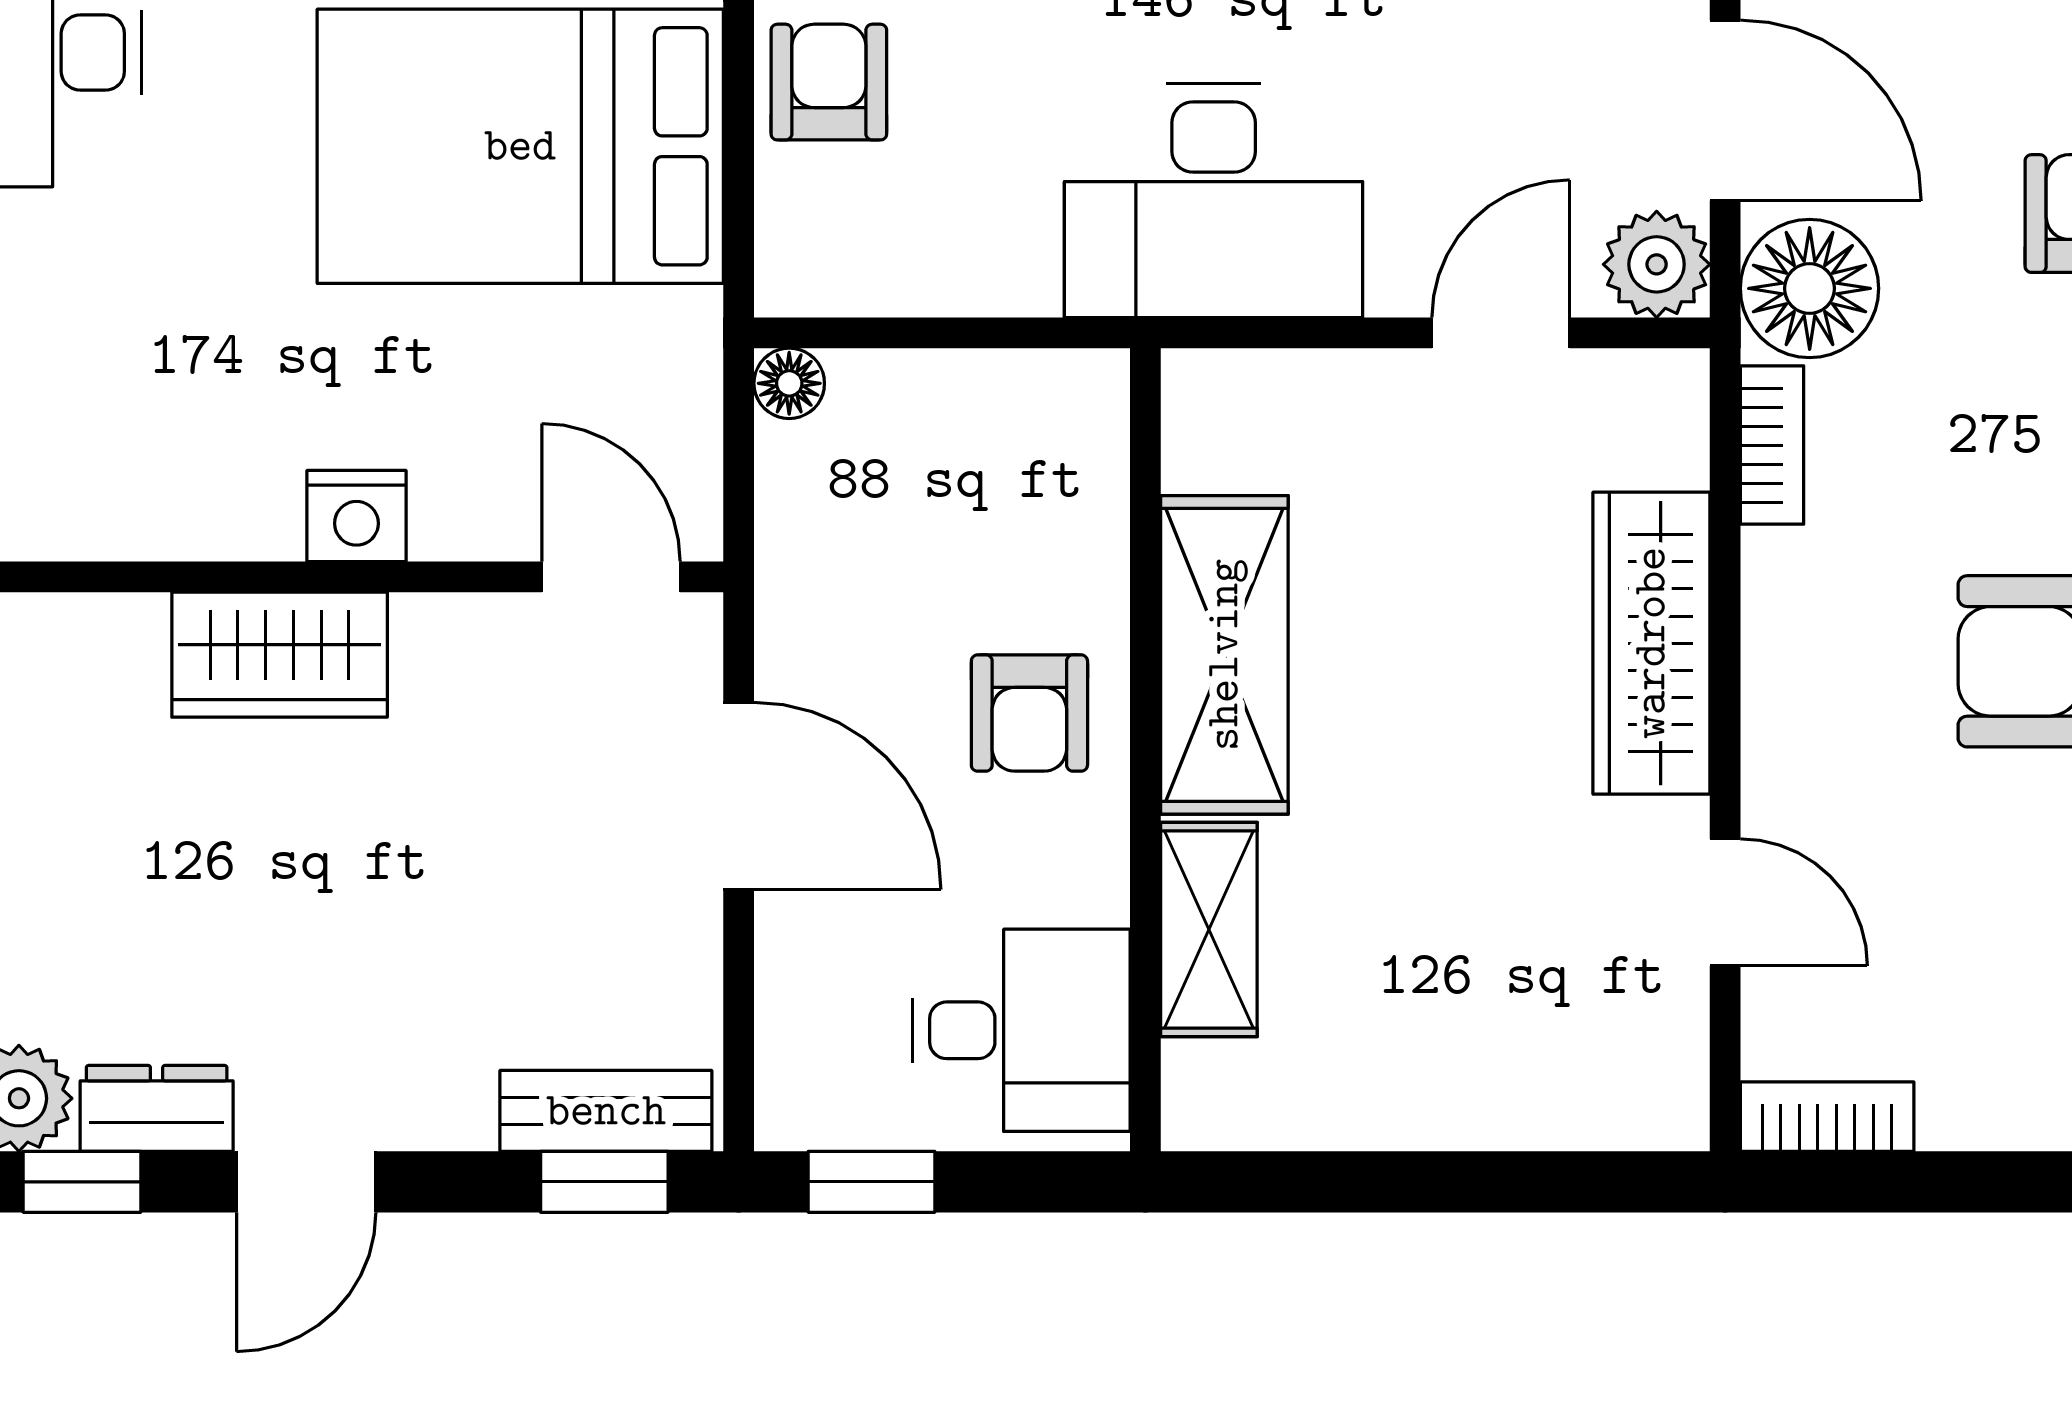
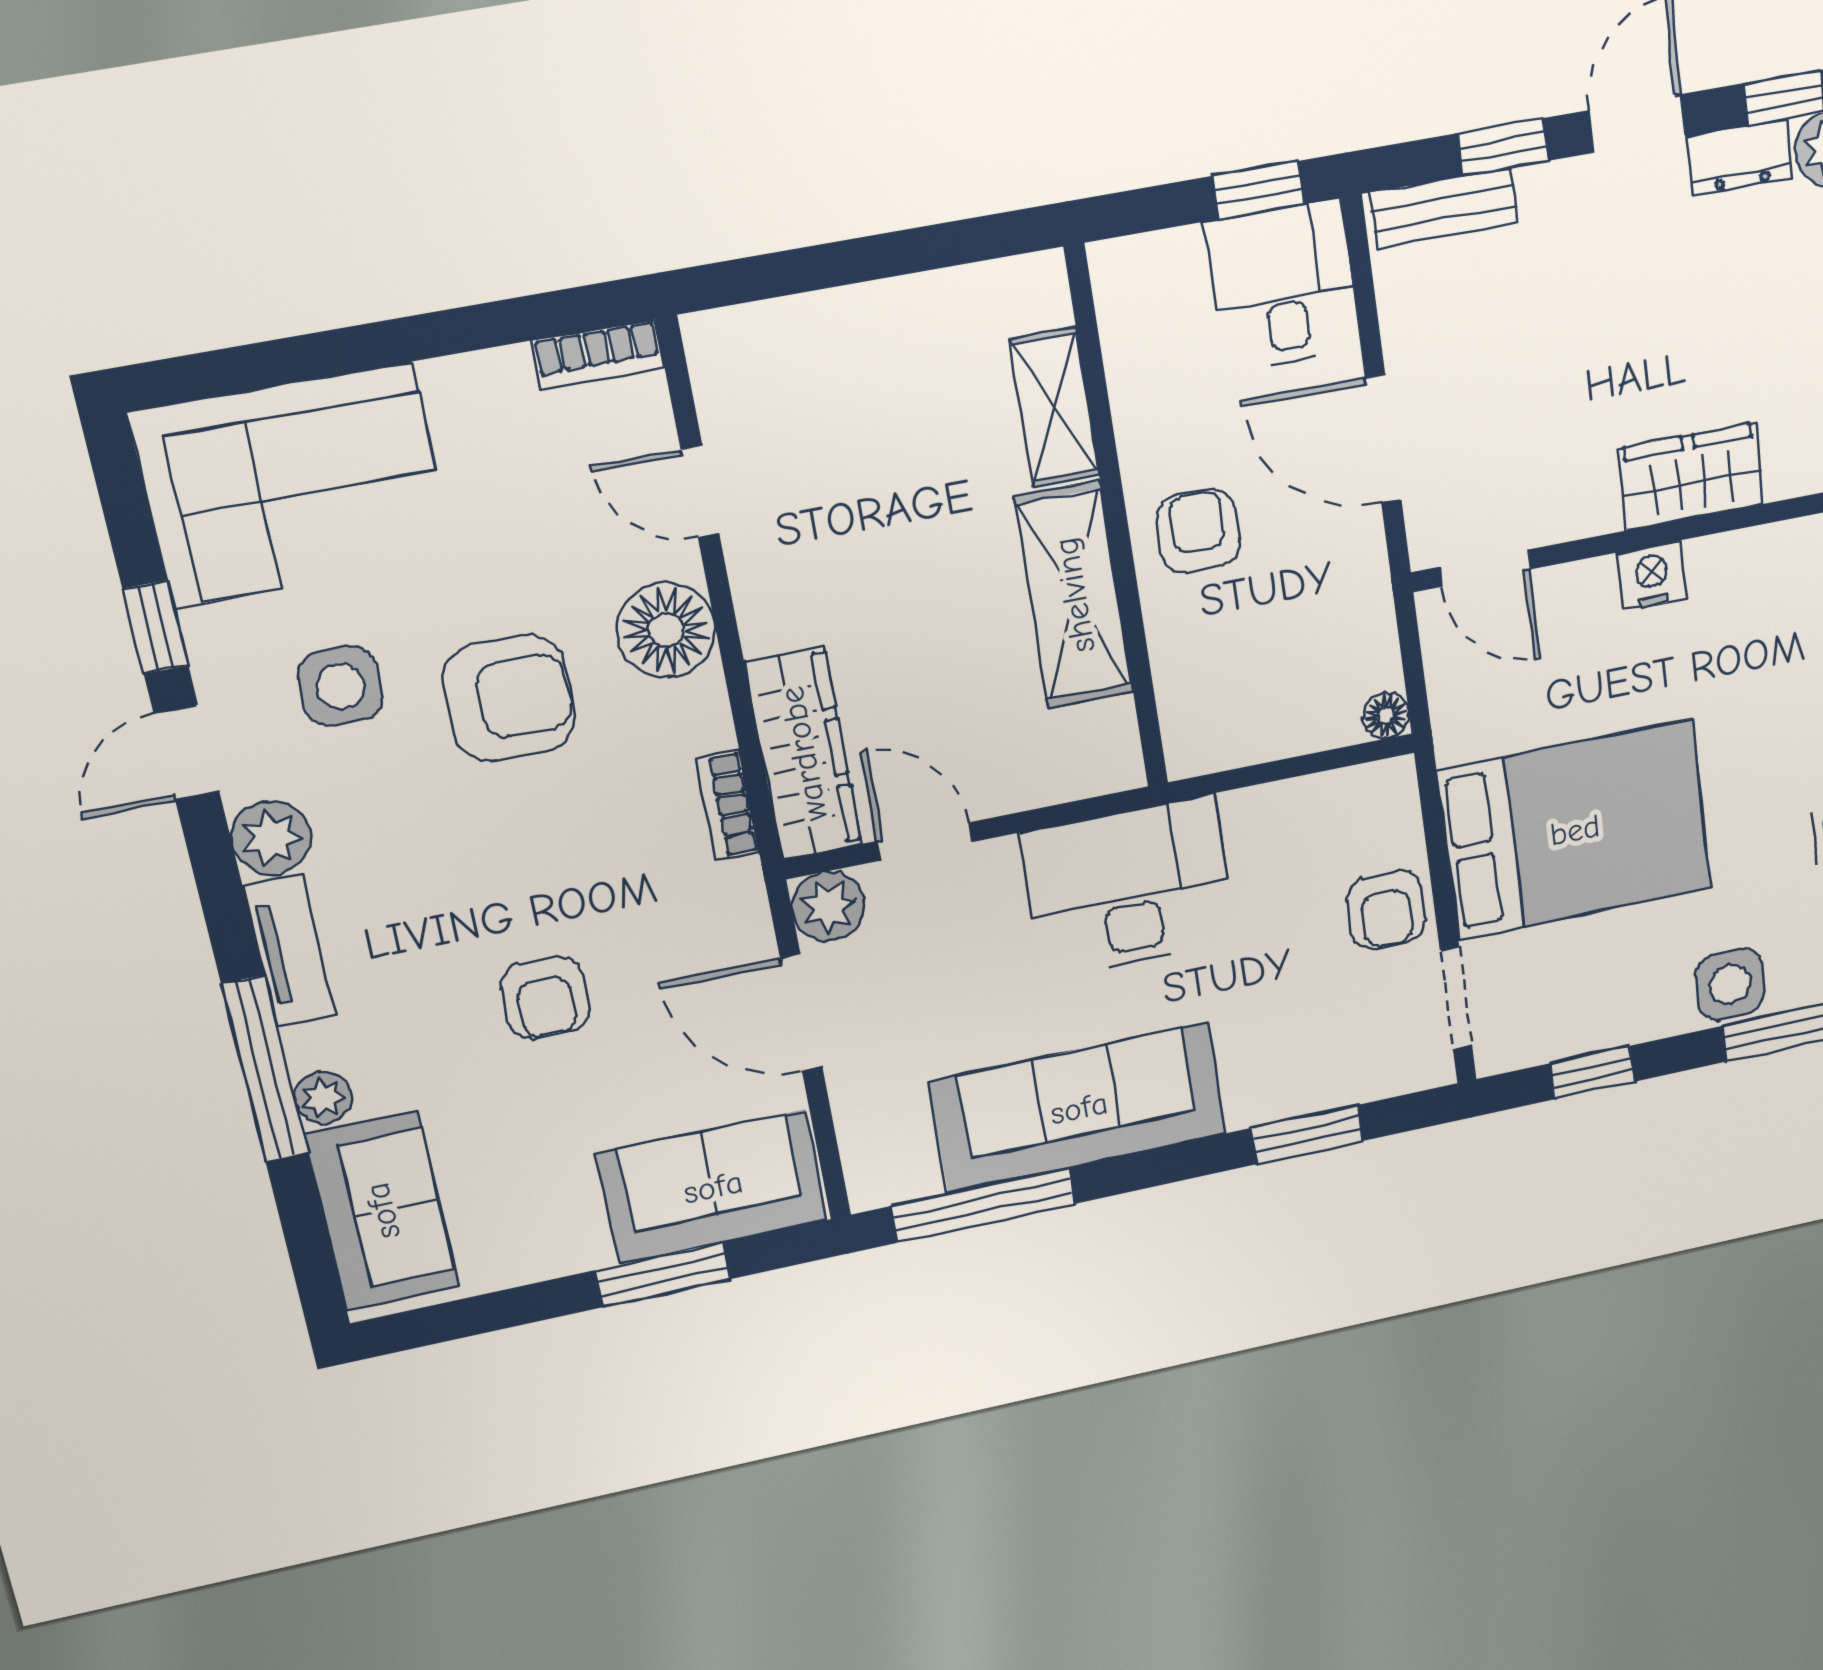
floor lamp: (1810, 288) -> (666, 630), moved
door: (1501, 333) -> (925, 841), swing flipped
wardrobe: (1651, 643) -> (803, 754), moved
desk: (1021, 1030) -> (1283, 286), moved, turned 90
window: (604, 1182) -> (1503, 147), moved

